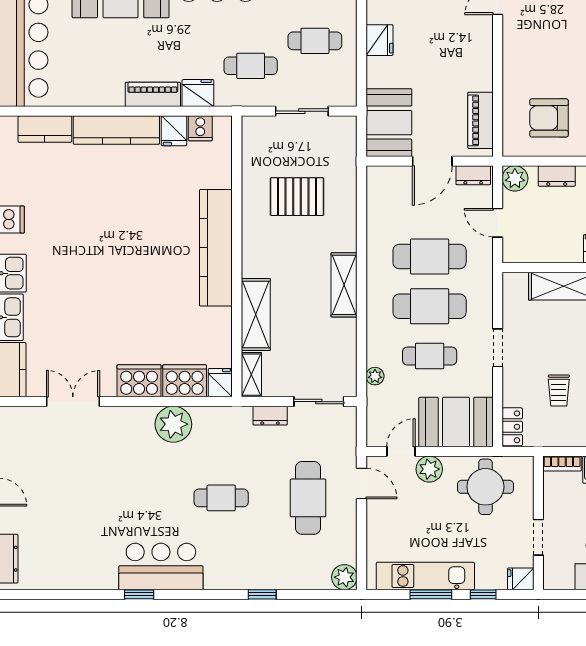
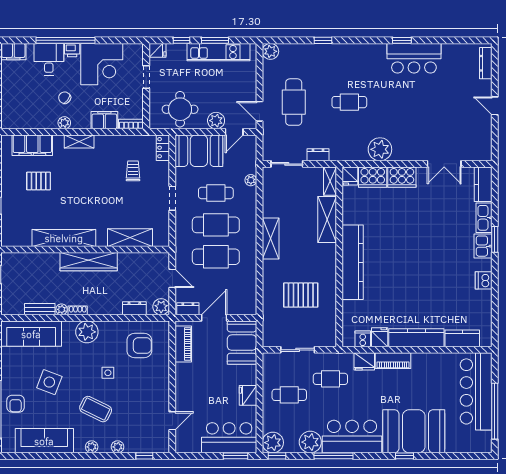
bar counter: (161, 566) -> (414, 58), moved

